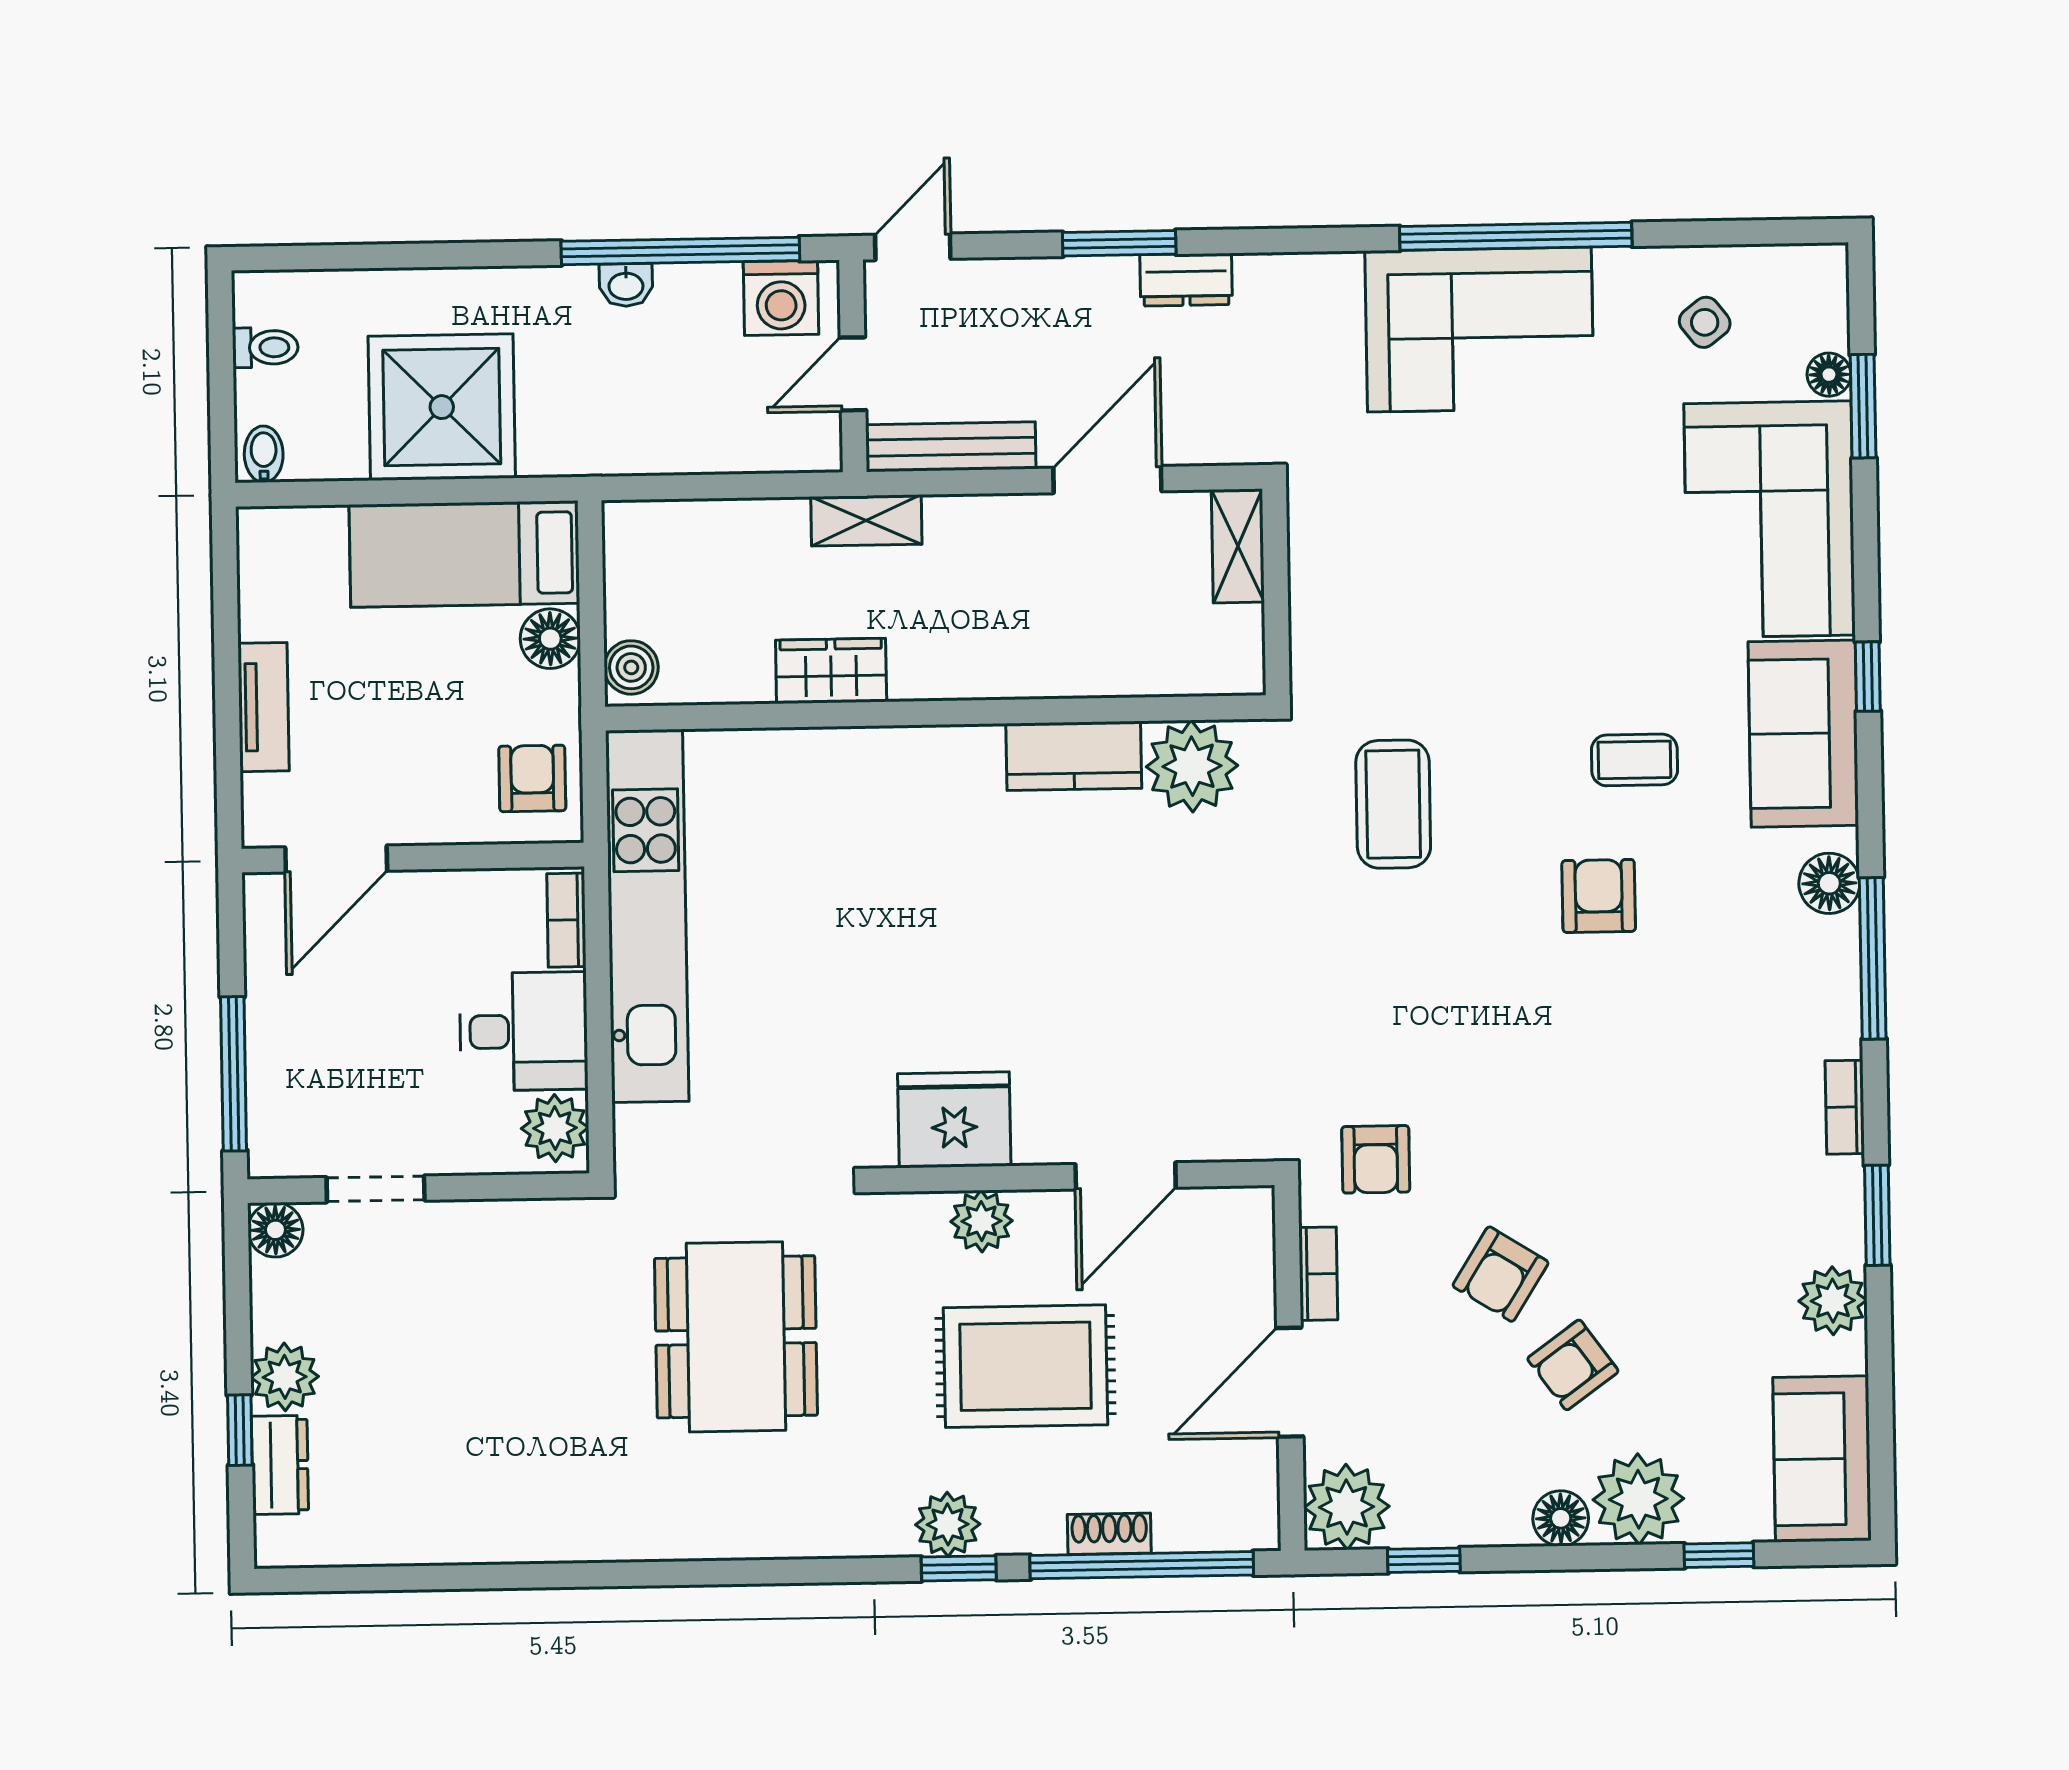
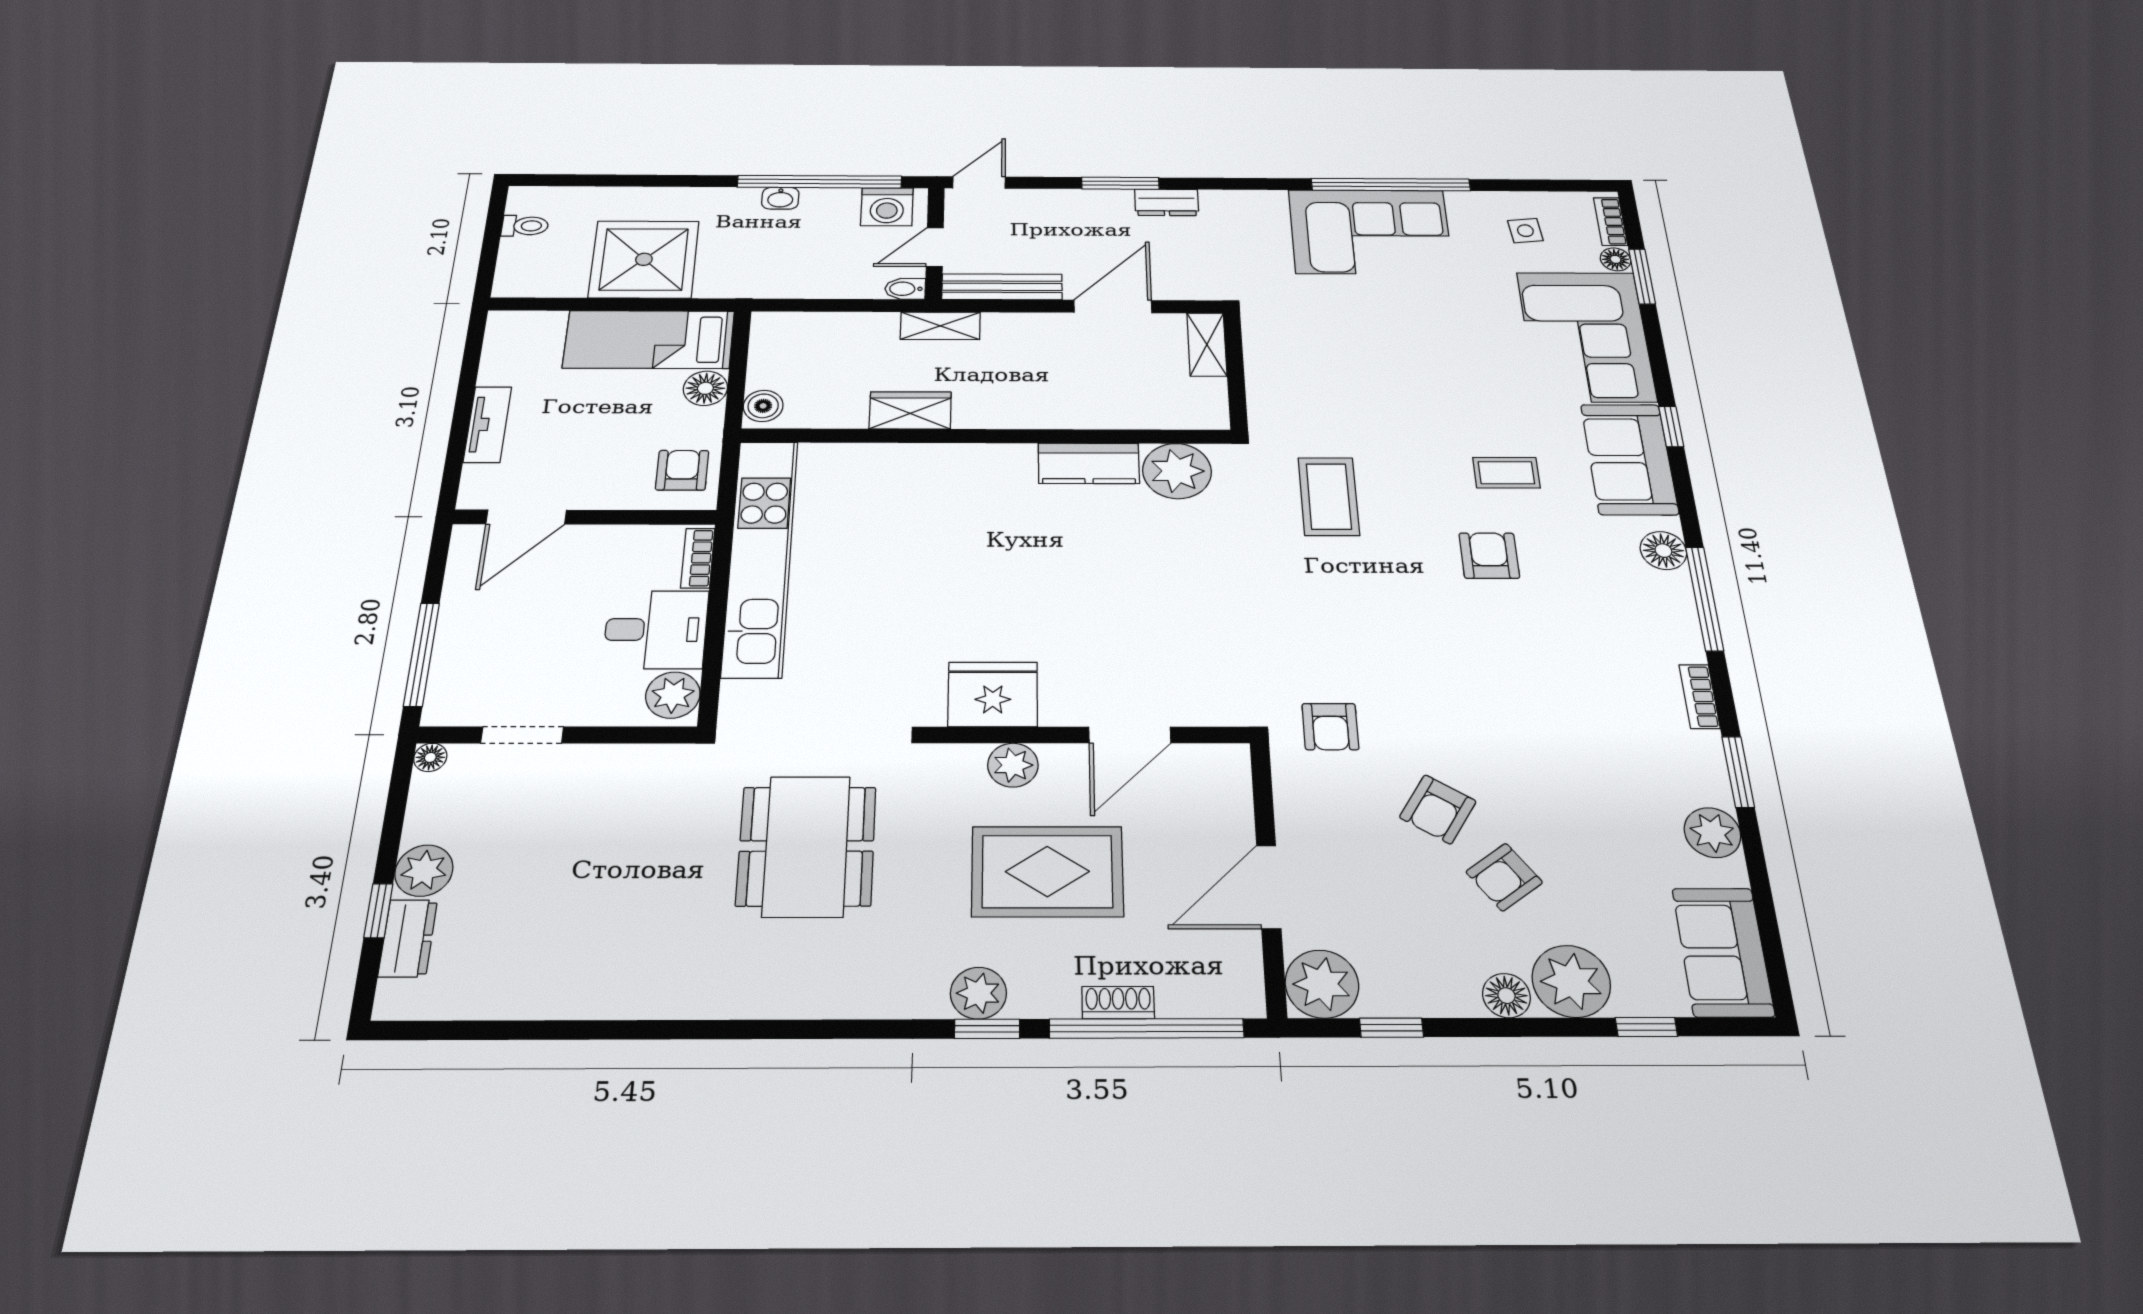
side table: (1705, 322) -> (1525, 231), turned 32
bidet: (264, 454) -> (905, 289), moved, turned -90
floor lamp: (275, 1230) -> (430, 757), width x0.73, depth x0.73
bookcase: (1318, 1274) -> (1611, 222), moved, turned 180

